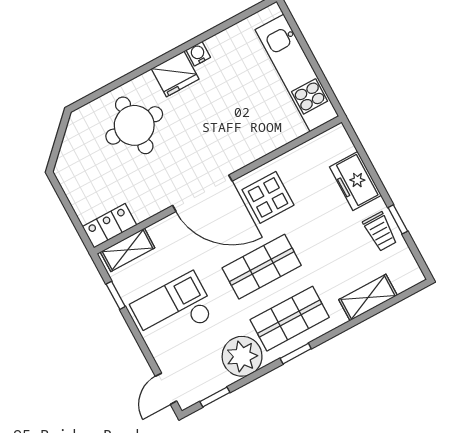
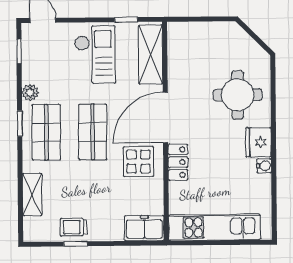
freezer: (355, 181) -> (144, 228), moved
locker: (109, 226) -> (178, 162), moved
shelving: (128, 250) -> (151, 55), width x1.50, depth x1.33
plant: (242, 356) -> (30, 93), width x0.53, depth x0.53

